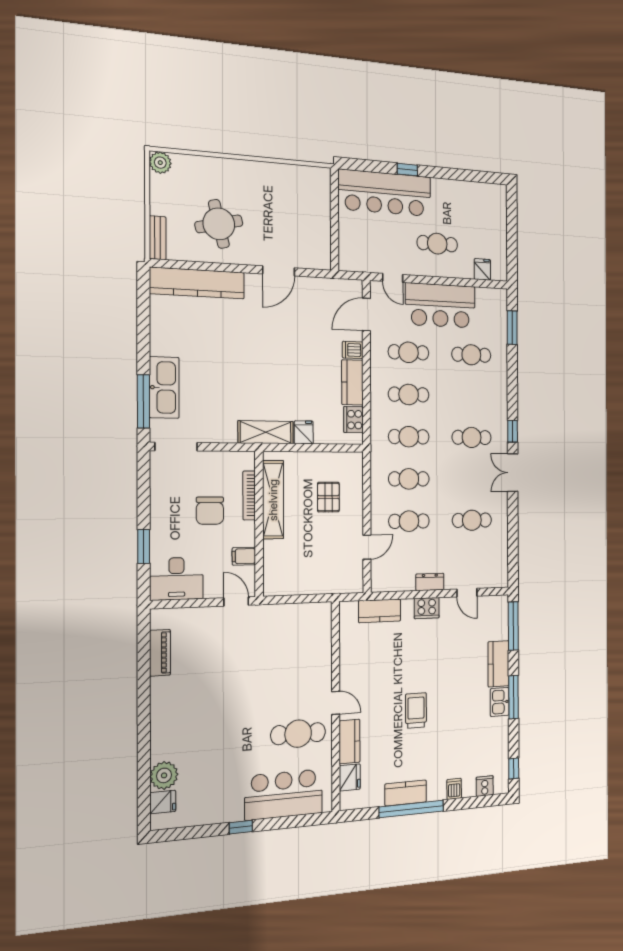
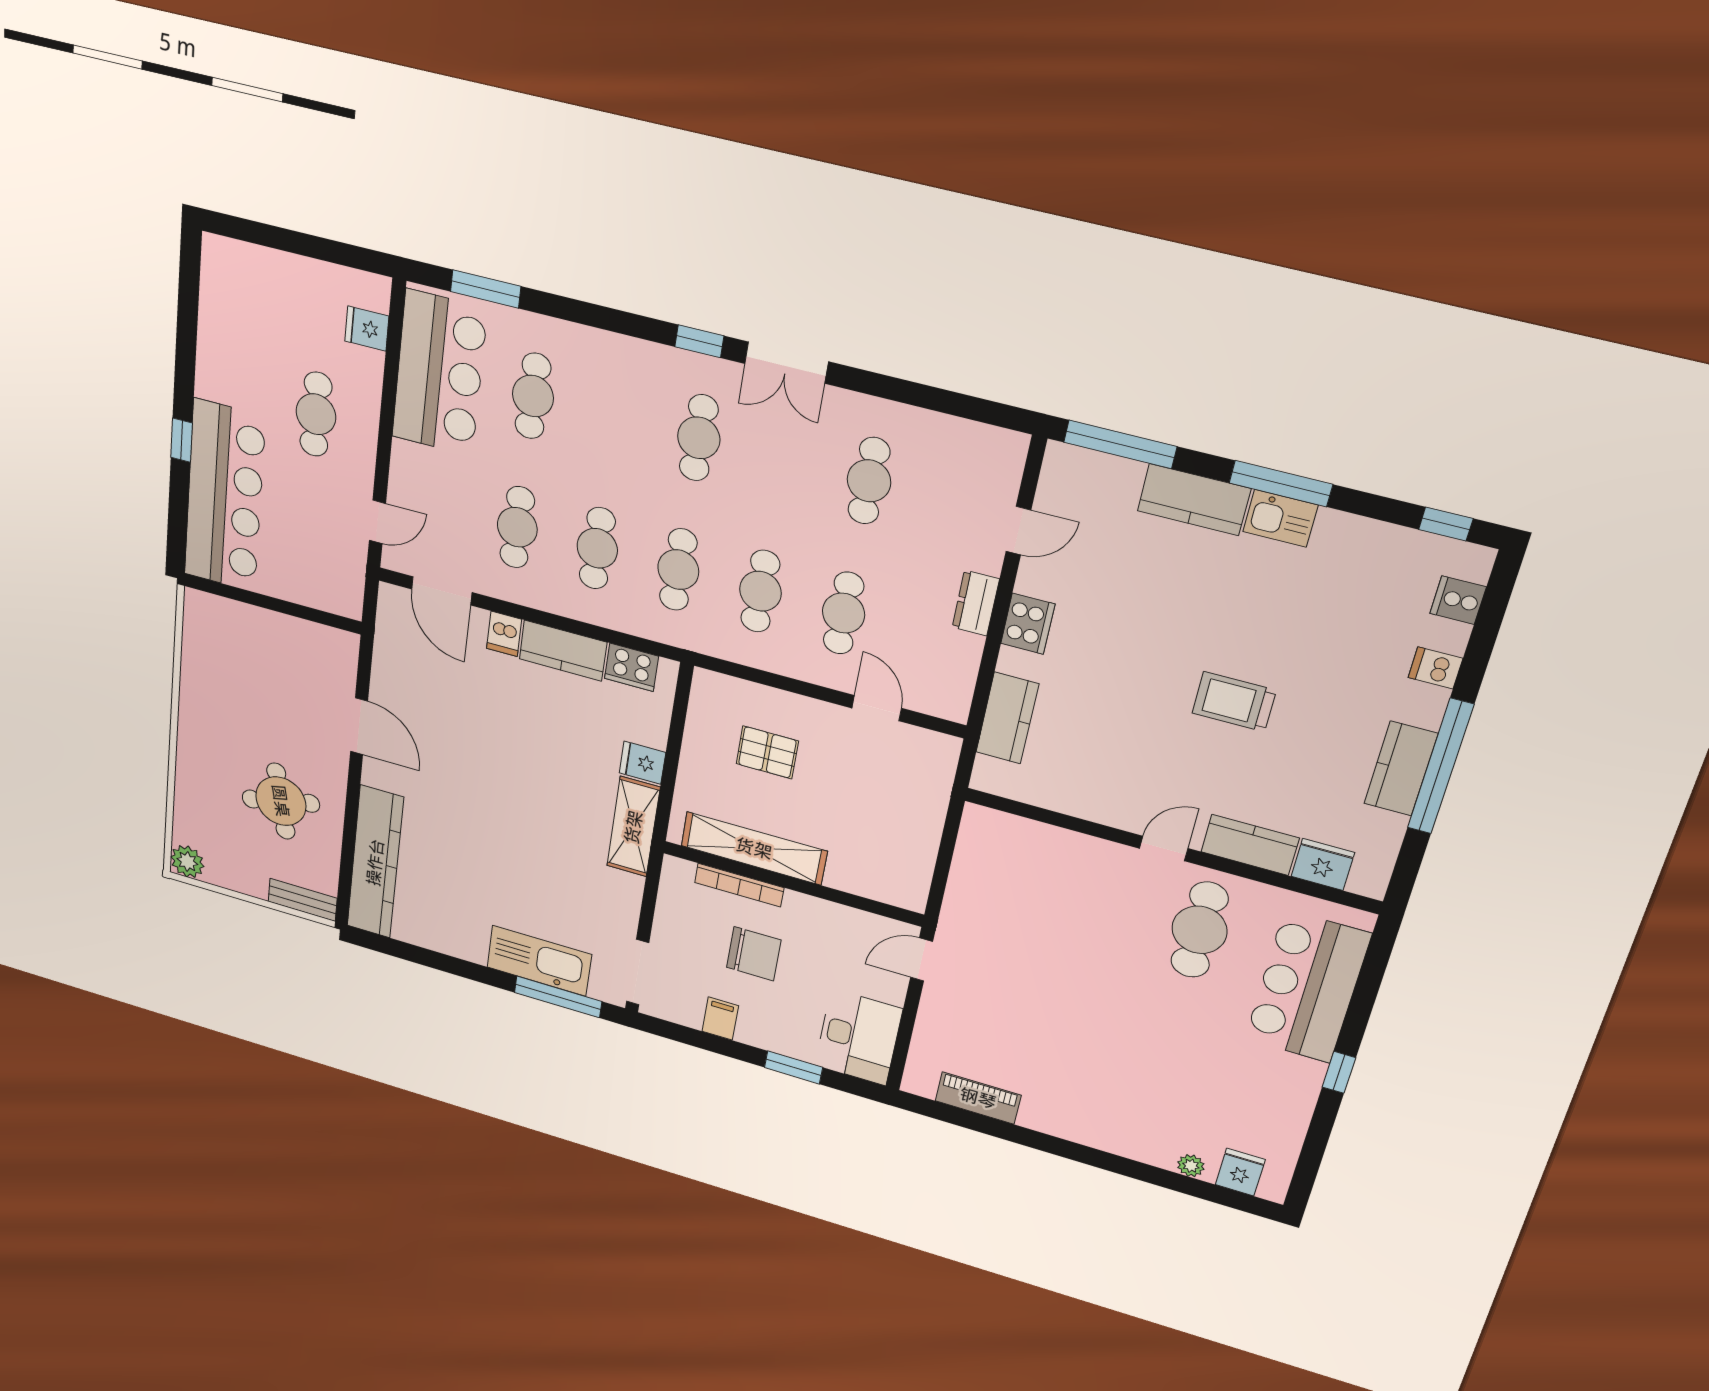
bar counter: (440, 305) -> (439, 373), moved
filing cabinet: (244, 556) -> (720, 1019), moved, turned 180
plant: (164, 775) -> (1191, 1166), width x0.53, depth x0.53

